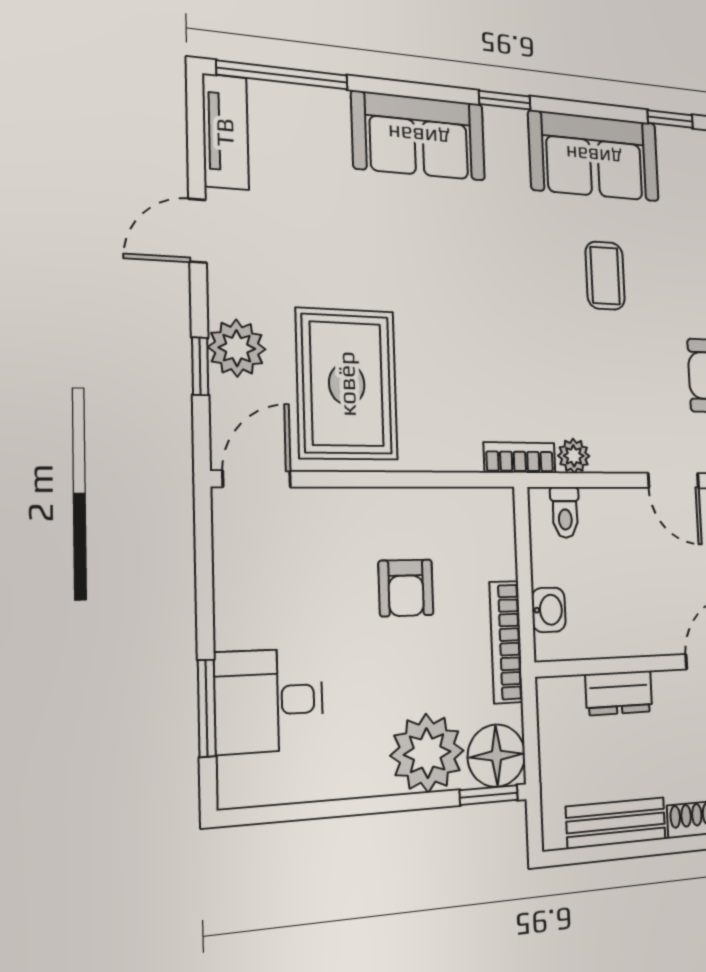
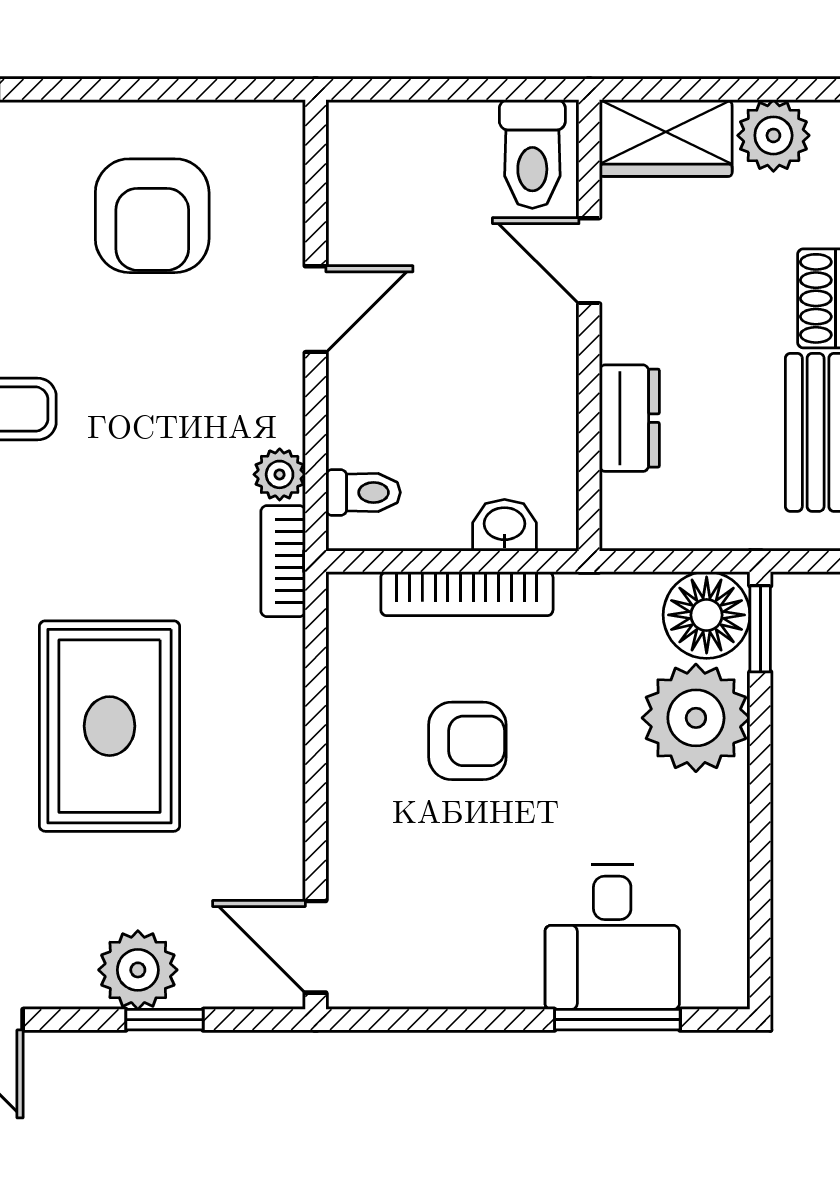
rug: (347, 384) -> (110, 726), moved, turned 90
bookcase: (506, 642) -> (467, 594), moved

